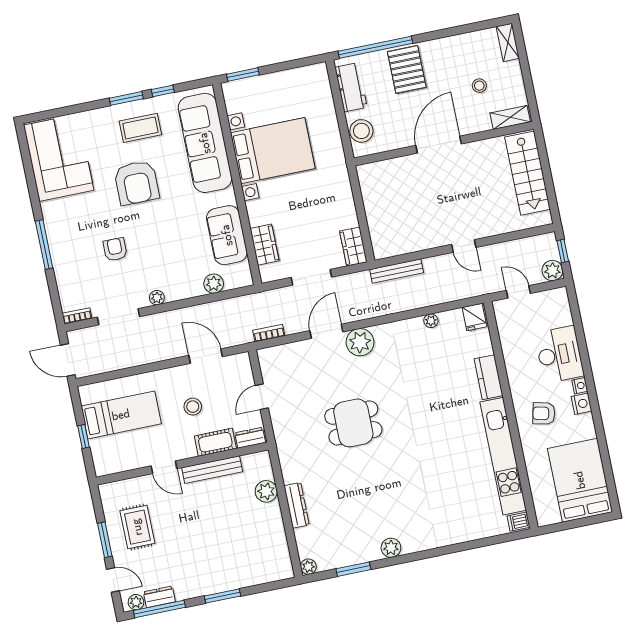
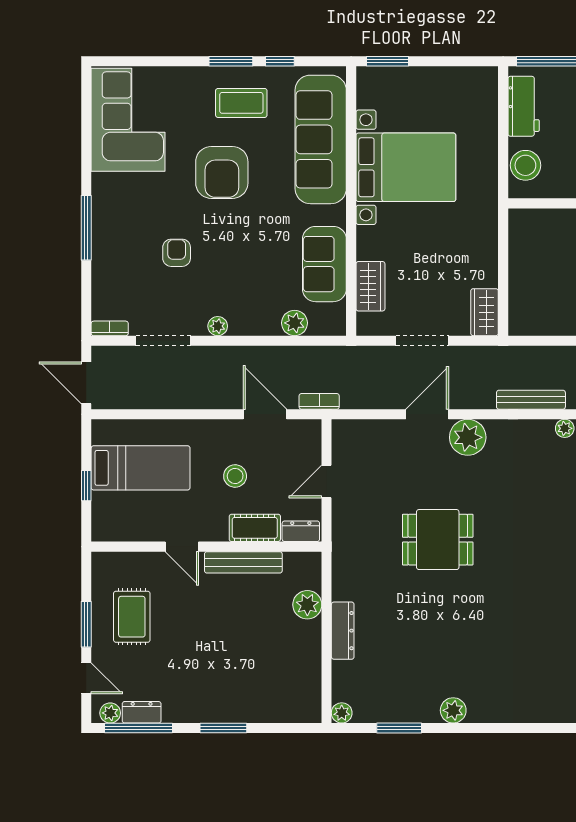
bench: (397, 271) -> (531, 400), moved
bookcase: (269, 333) -> (319, 401), moved

